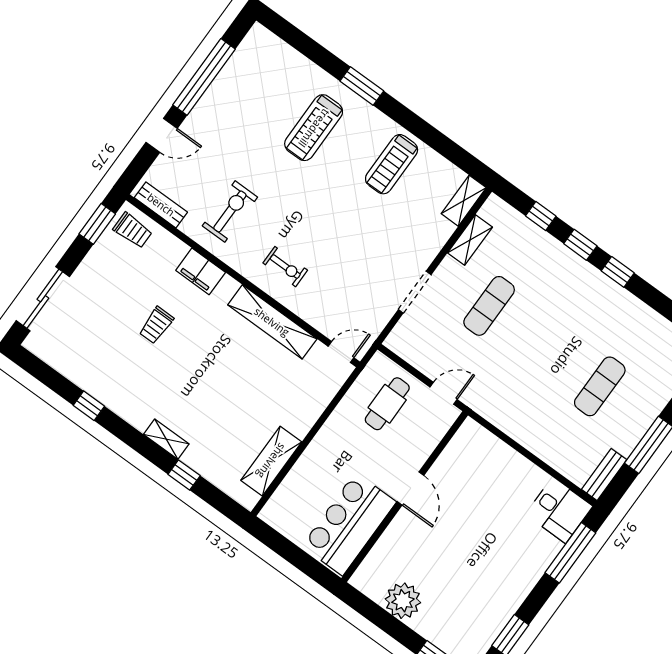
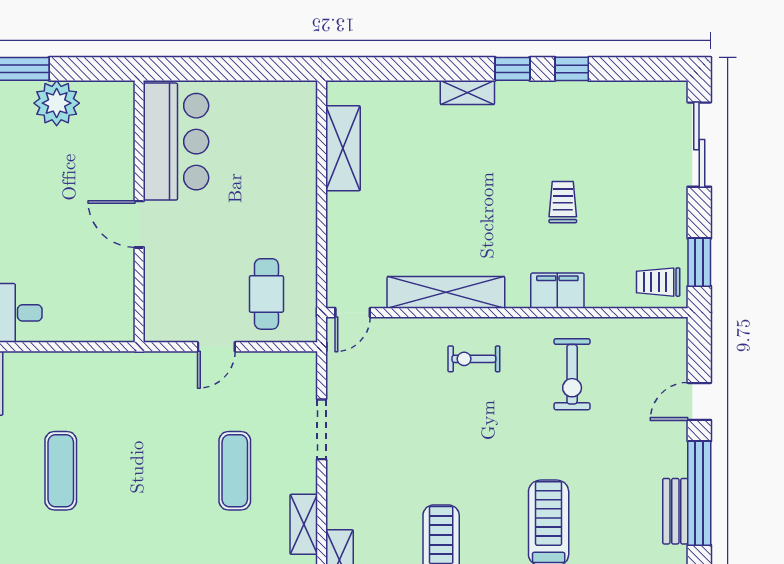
bench: (161, 205) -> (675, 511), moved, turned 90
window: (184, 475) -> (512, 69), moved
door: (411, 489) -> (139, 224), moved
wall: (405, 497) -> (139, 211), moved
bar counter: (349, 524) -> (176, 142), moved
plant: (403, 601) -> (57, 103), moved

